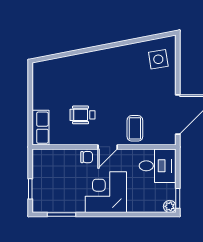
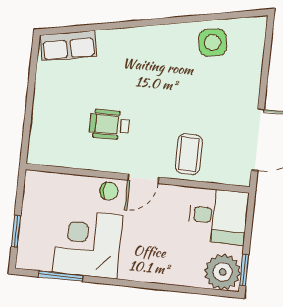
side table: (158, 59) -> (213, 43), moved
row of seats: (40, 128) -> (68, 46), moved, turned 79
corner desk: (106, 192) -> (88, 244), moved
plant: (170, 206) -> (223, 272), width x1.88, depth x1.88

